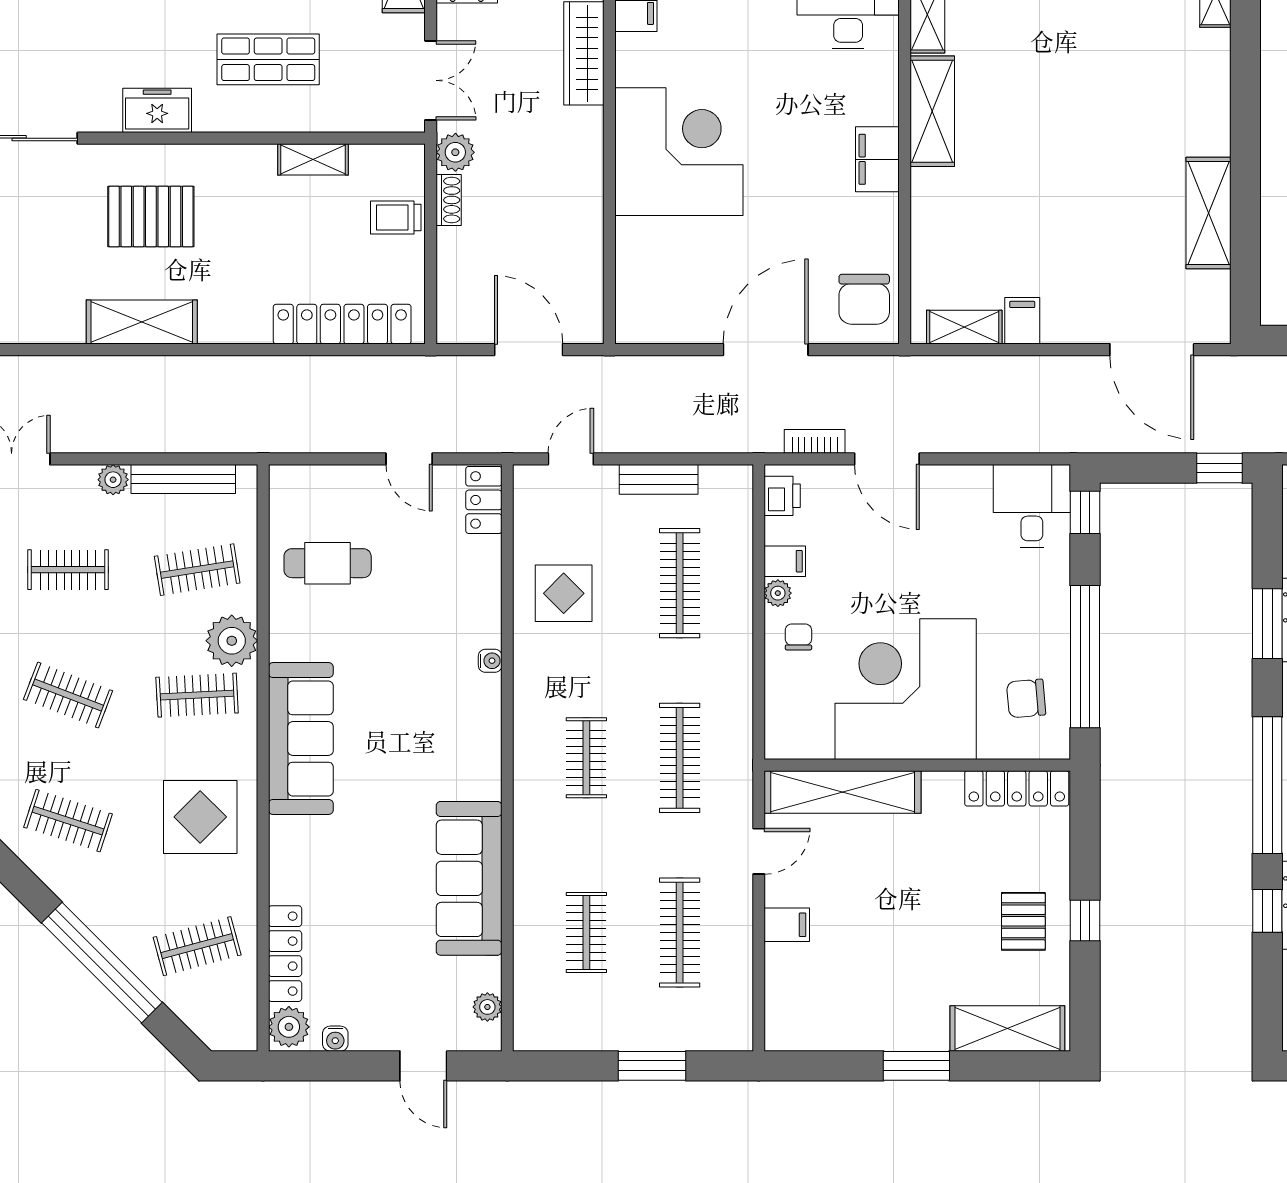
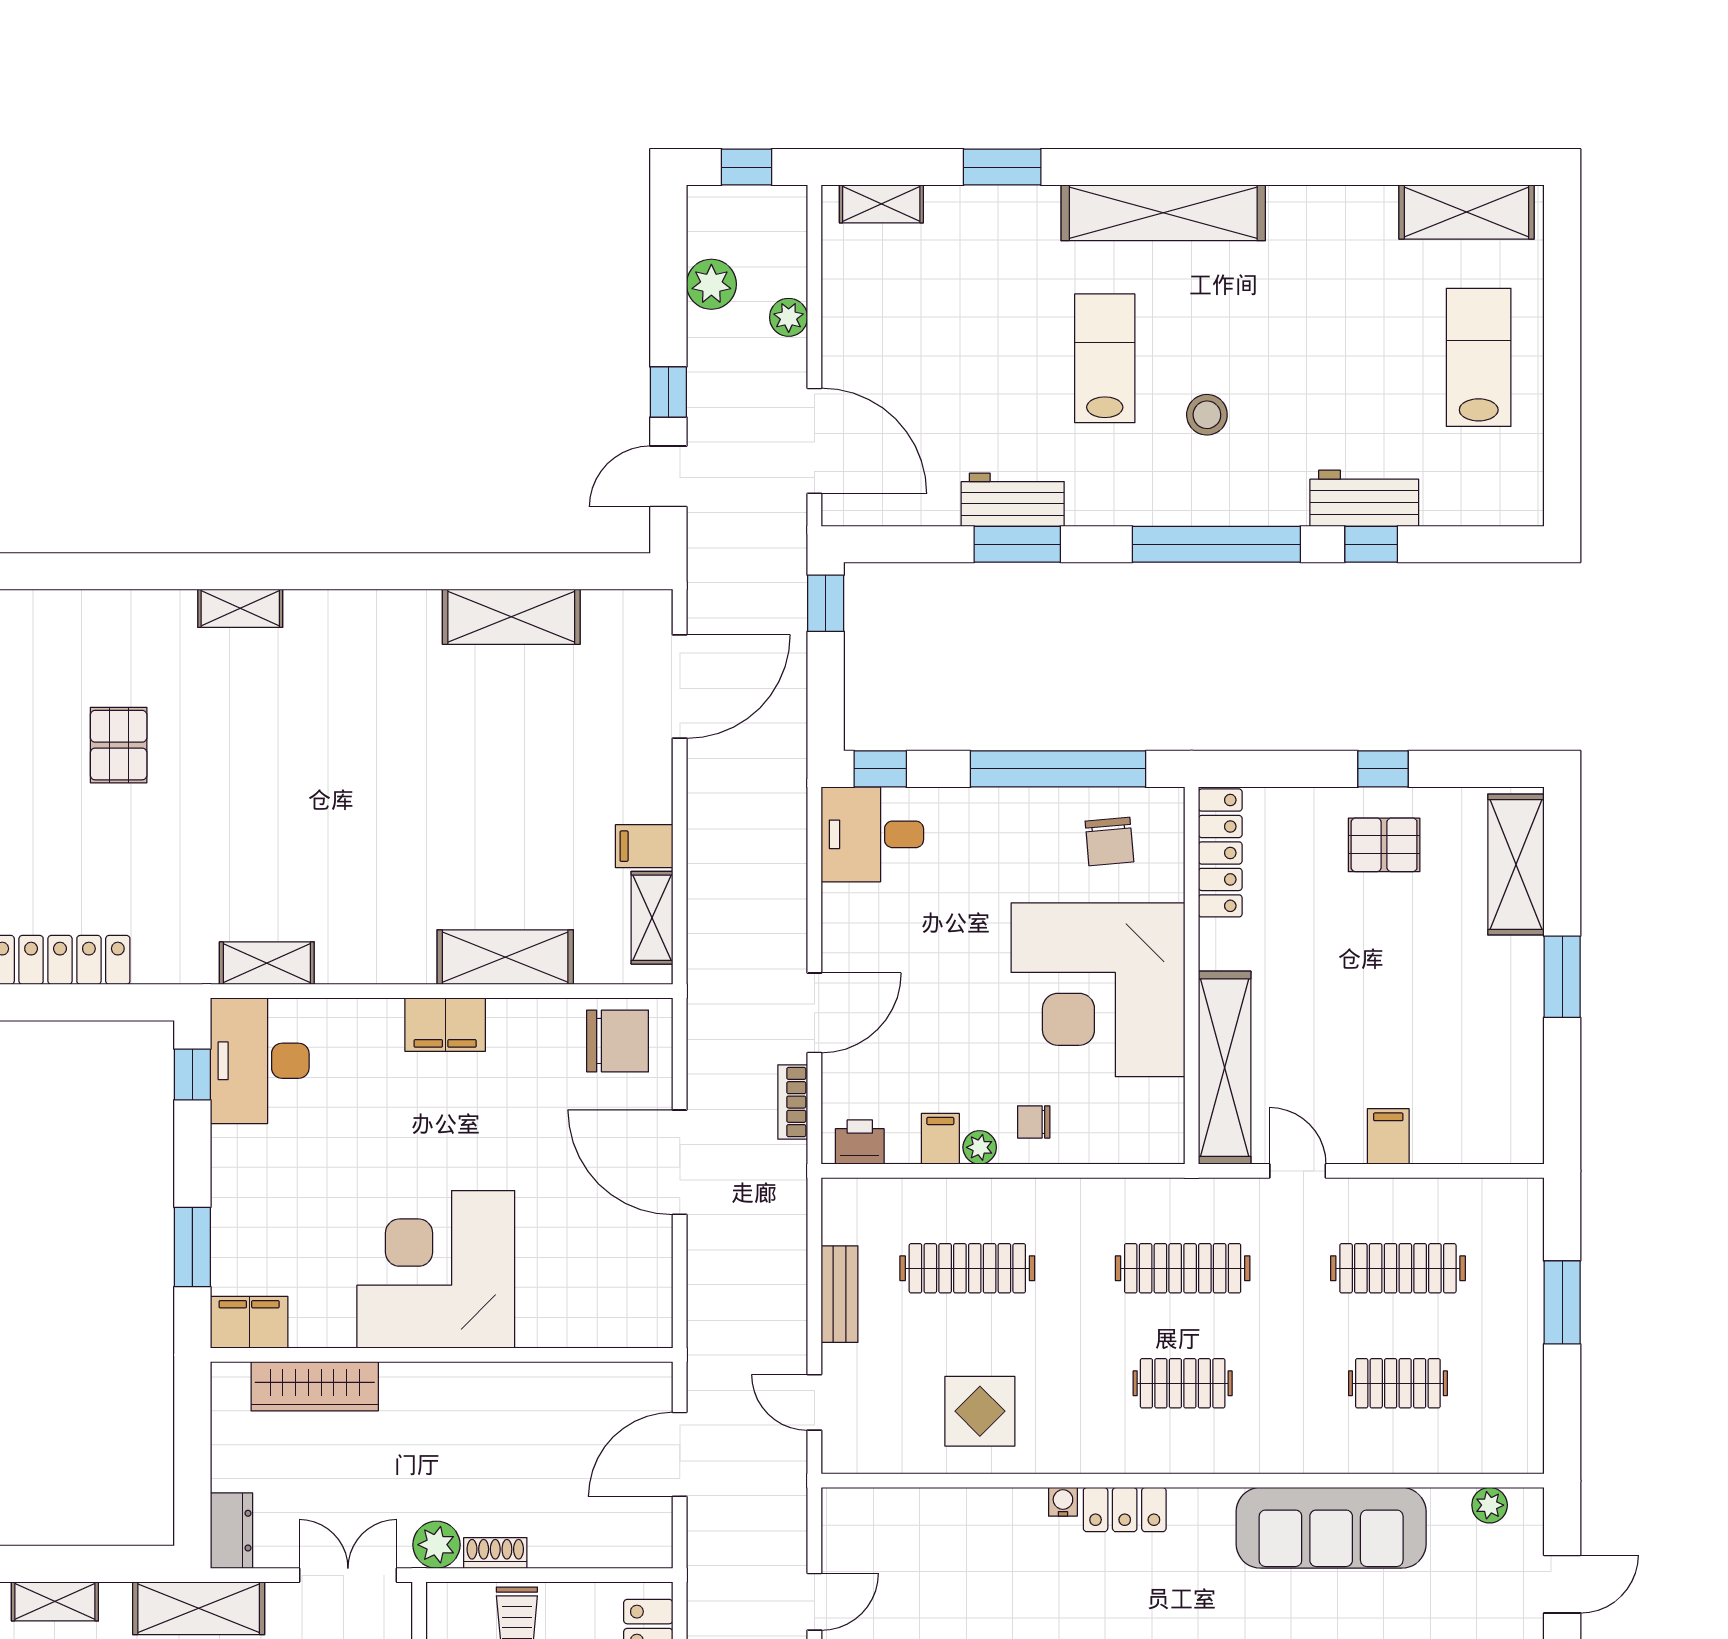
shelving: (932, 111) -> (505, 957), moved
locker: (484, 500) -> (1125, 1510), moved

